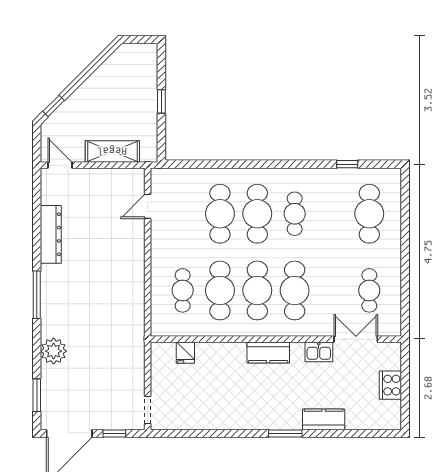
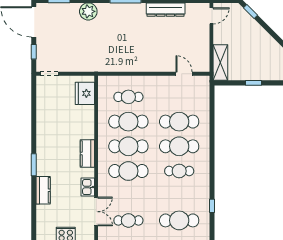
shelving: (112, 151) -> (220, 63), moved
fridge: (185, 353) -> (85, 93), width x1.88, depth x1.34

